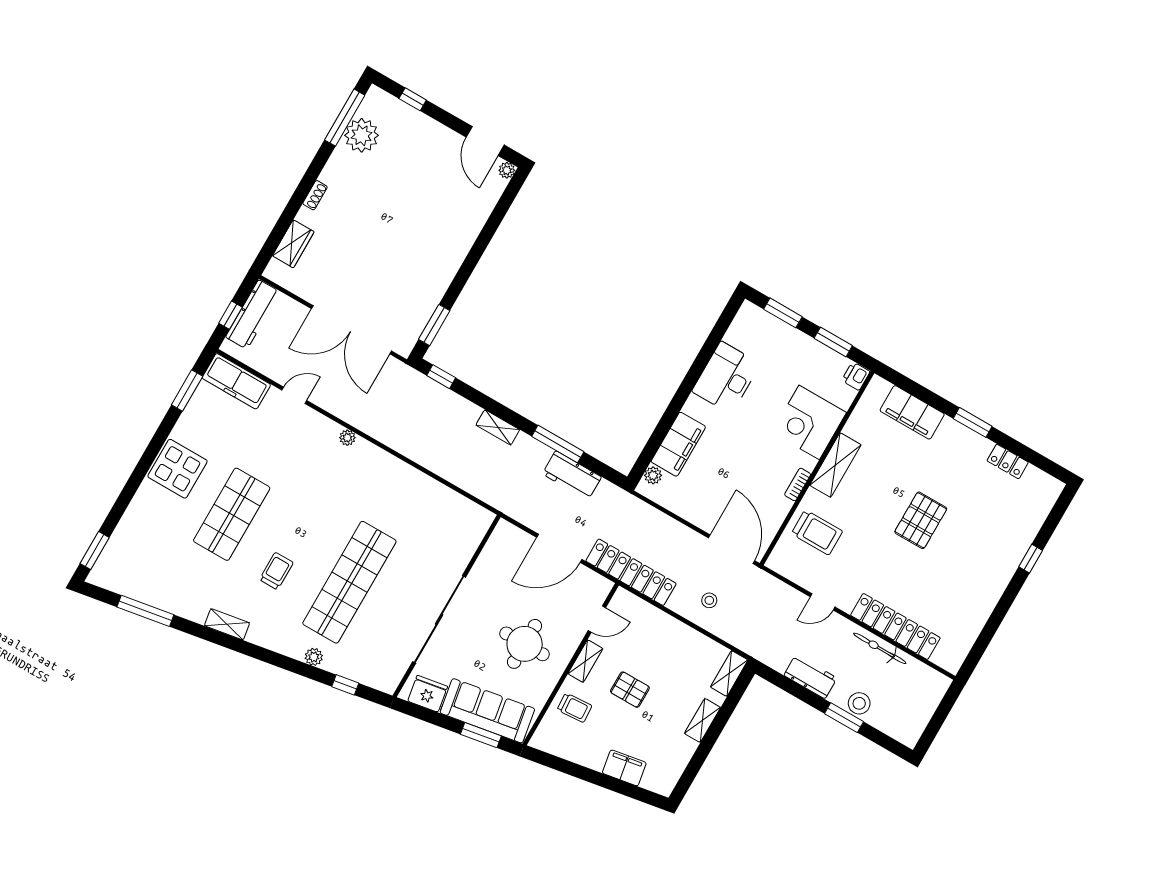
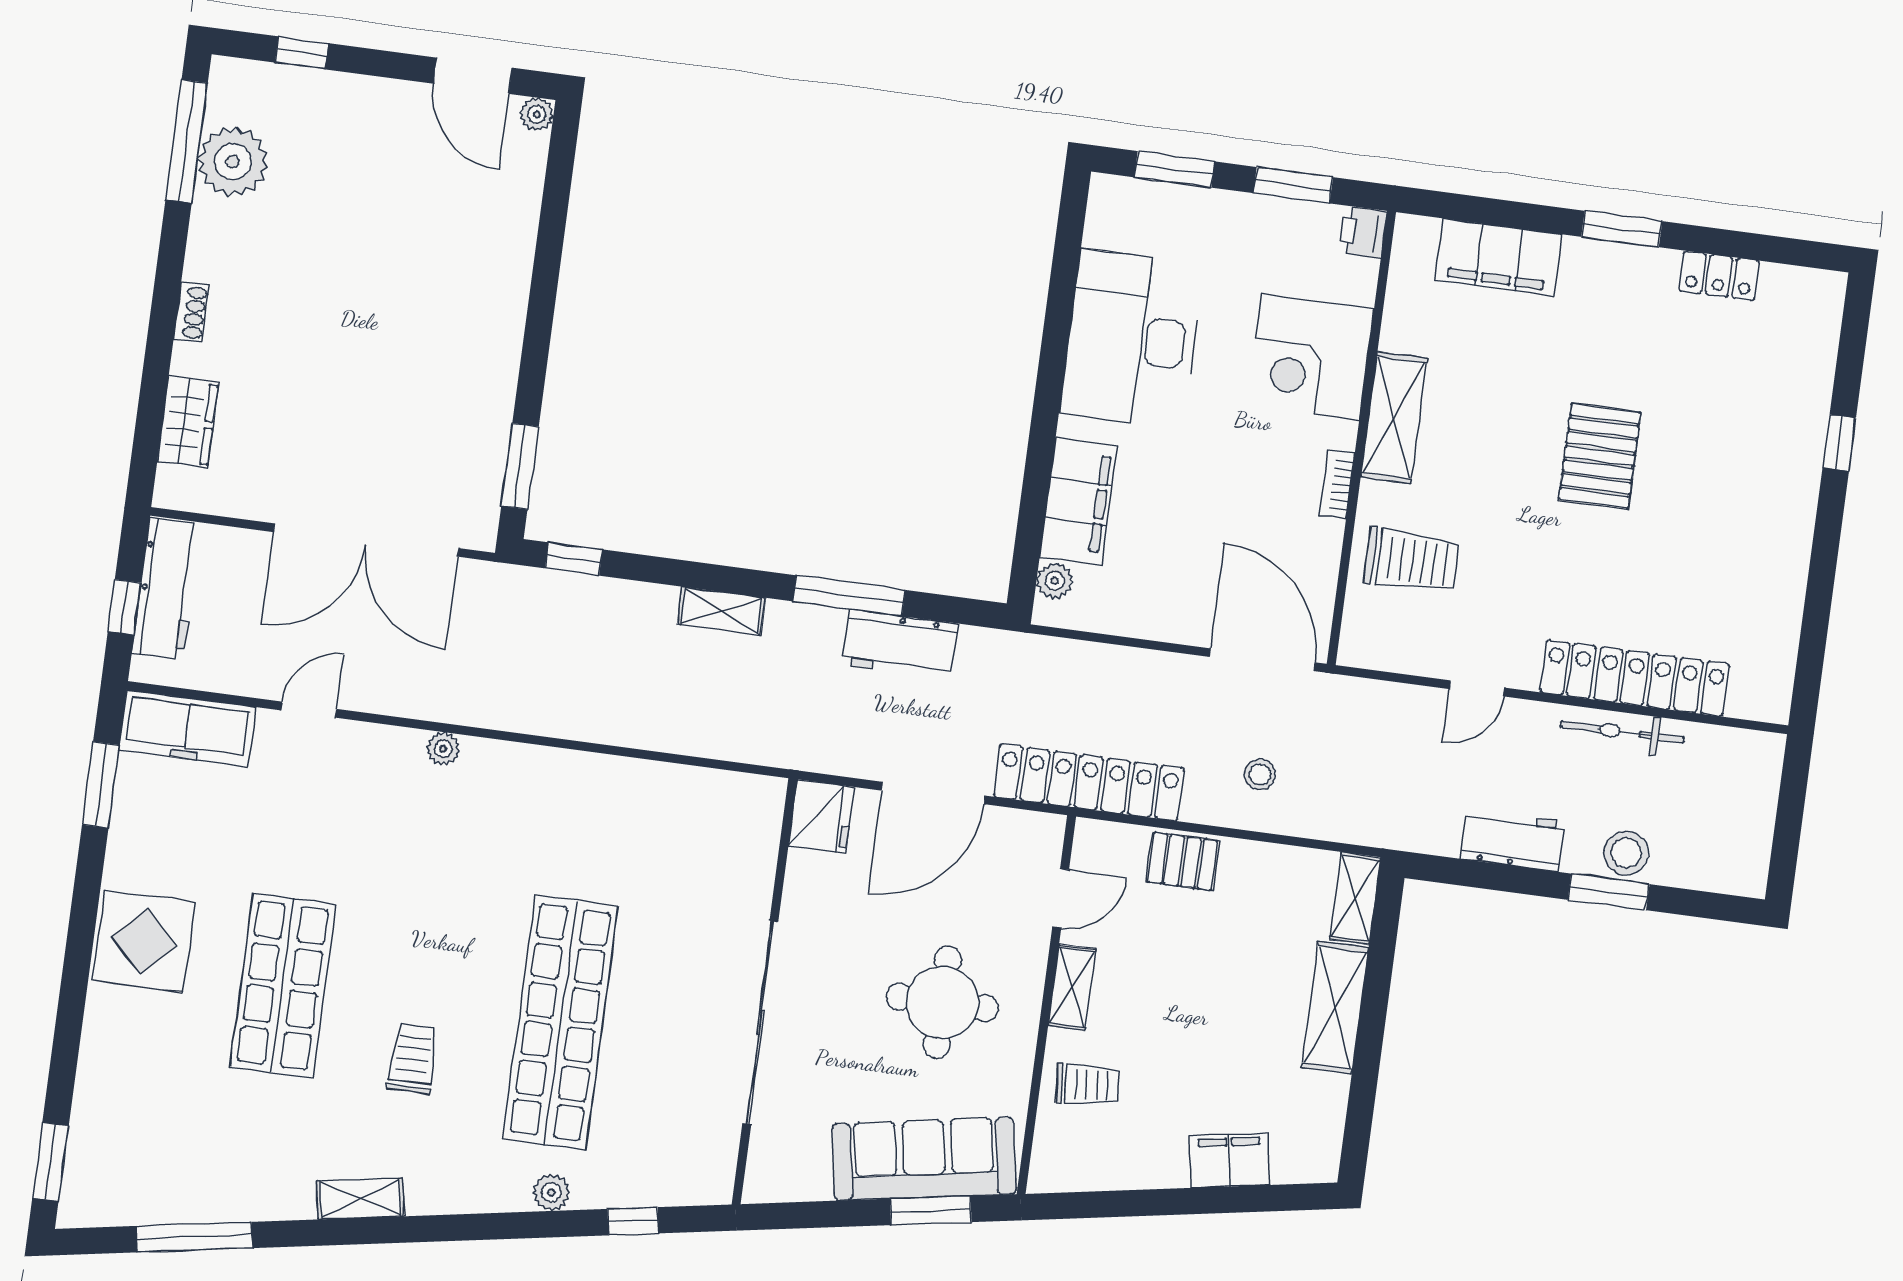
desk: (726, 378) -> (1132, 339), width x1.36, depth x1.30
pallet: (630, 690) -> (1183, 861), moved
fridge: (428, 694) -> (821, 816), moved, turned 100
shelving: (702, 720) -> (1335, 1008), width x1.50, depth x1.33

